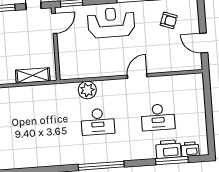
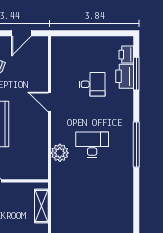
desk: (158, 117) -> (92, 84), width x0.73
desk: (98, 122) -> (92, 145), turned -90

